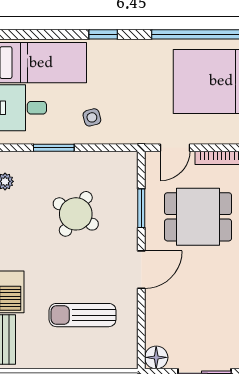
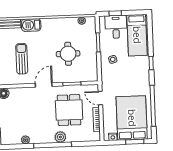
round table: (76, 214) -> (68, 54), turned -32
door: (141, 270) -> (44, 85), swing flipped

